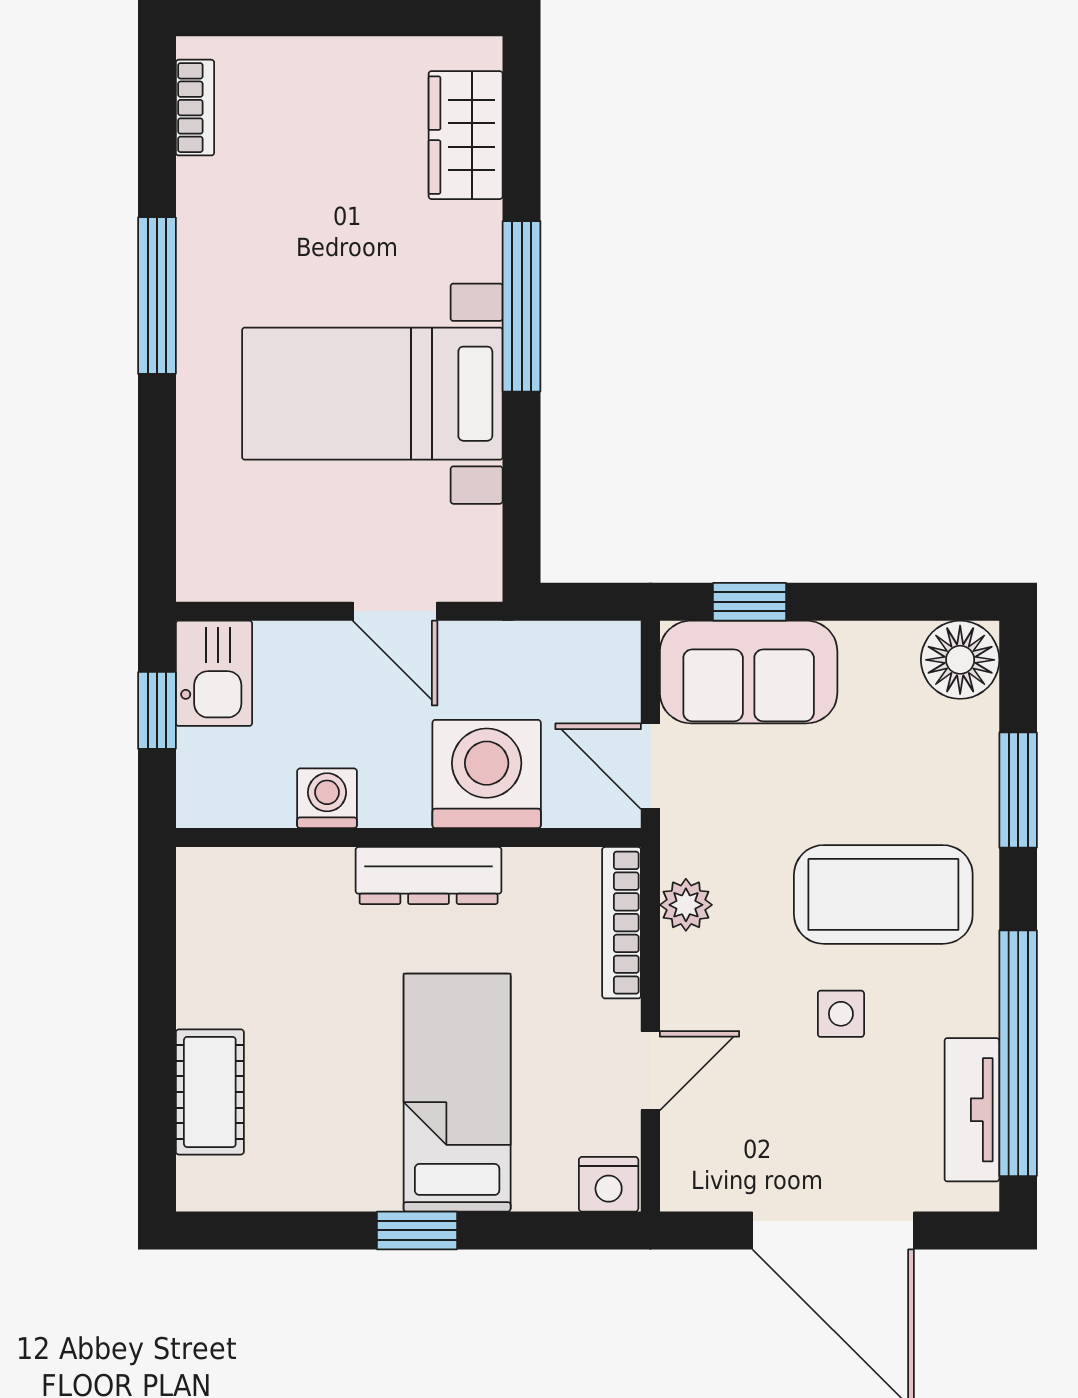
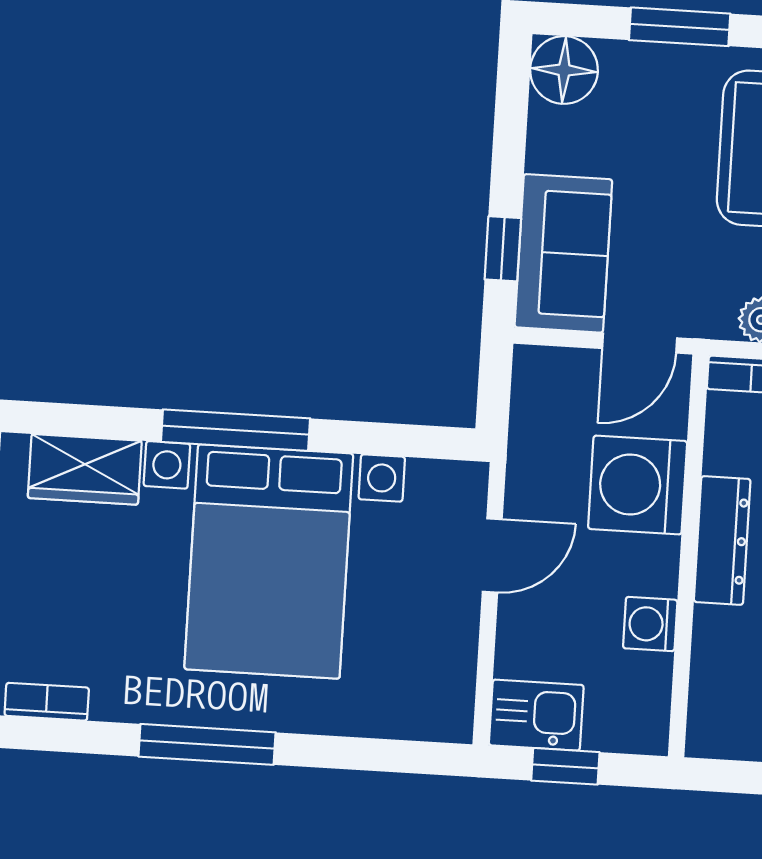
bed with nightstands: (372, 394) -> (269, 561), width x1.36

